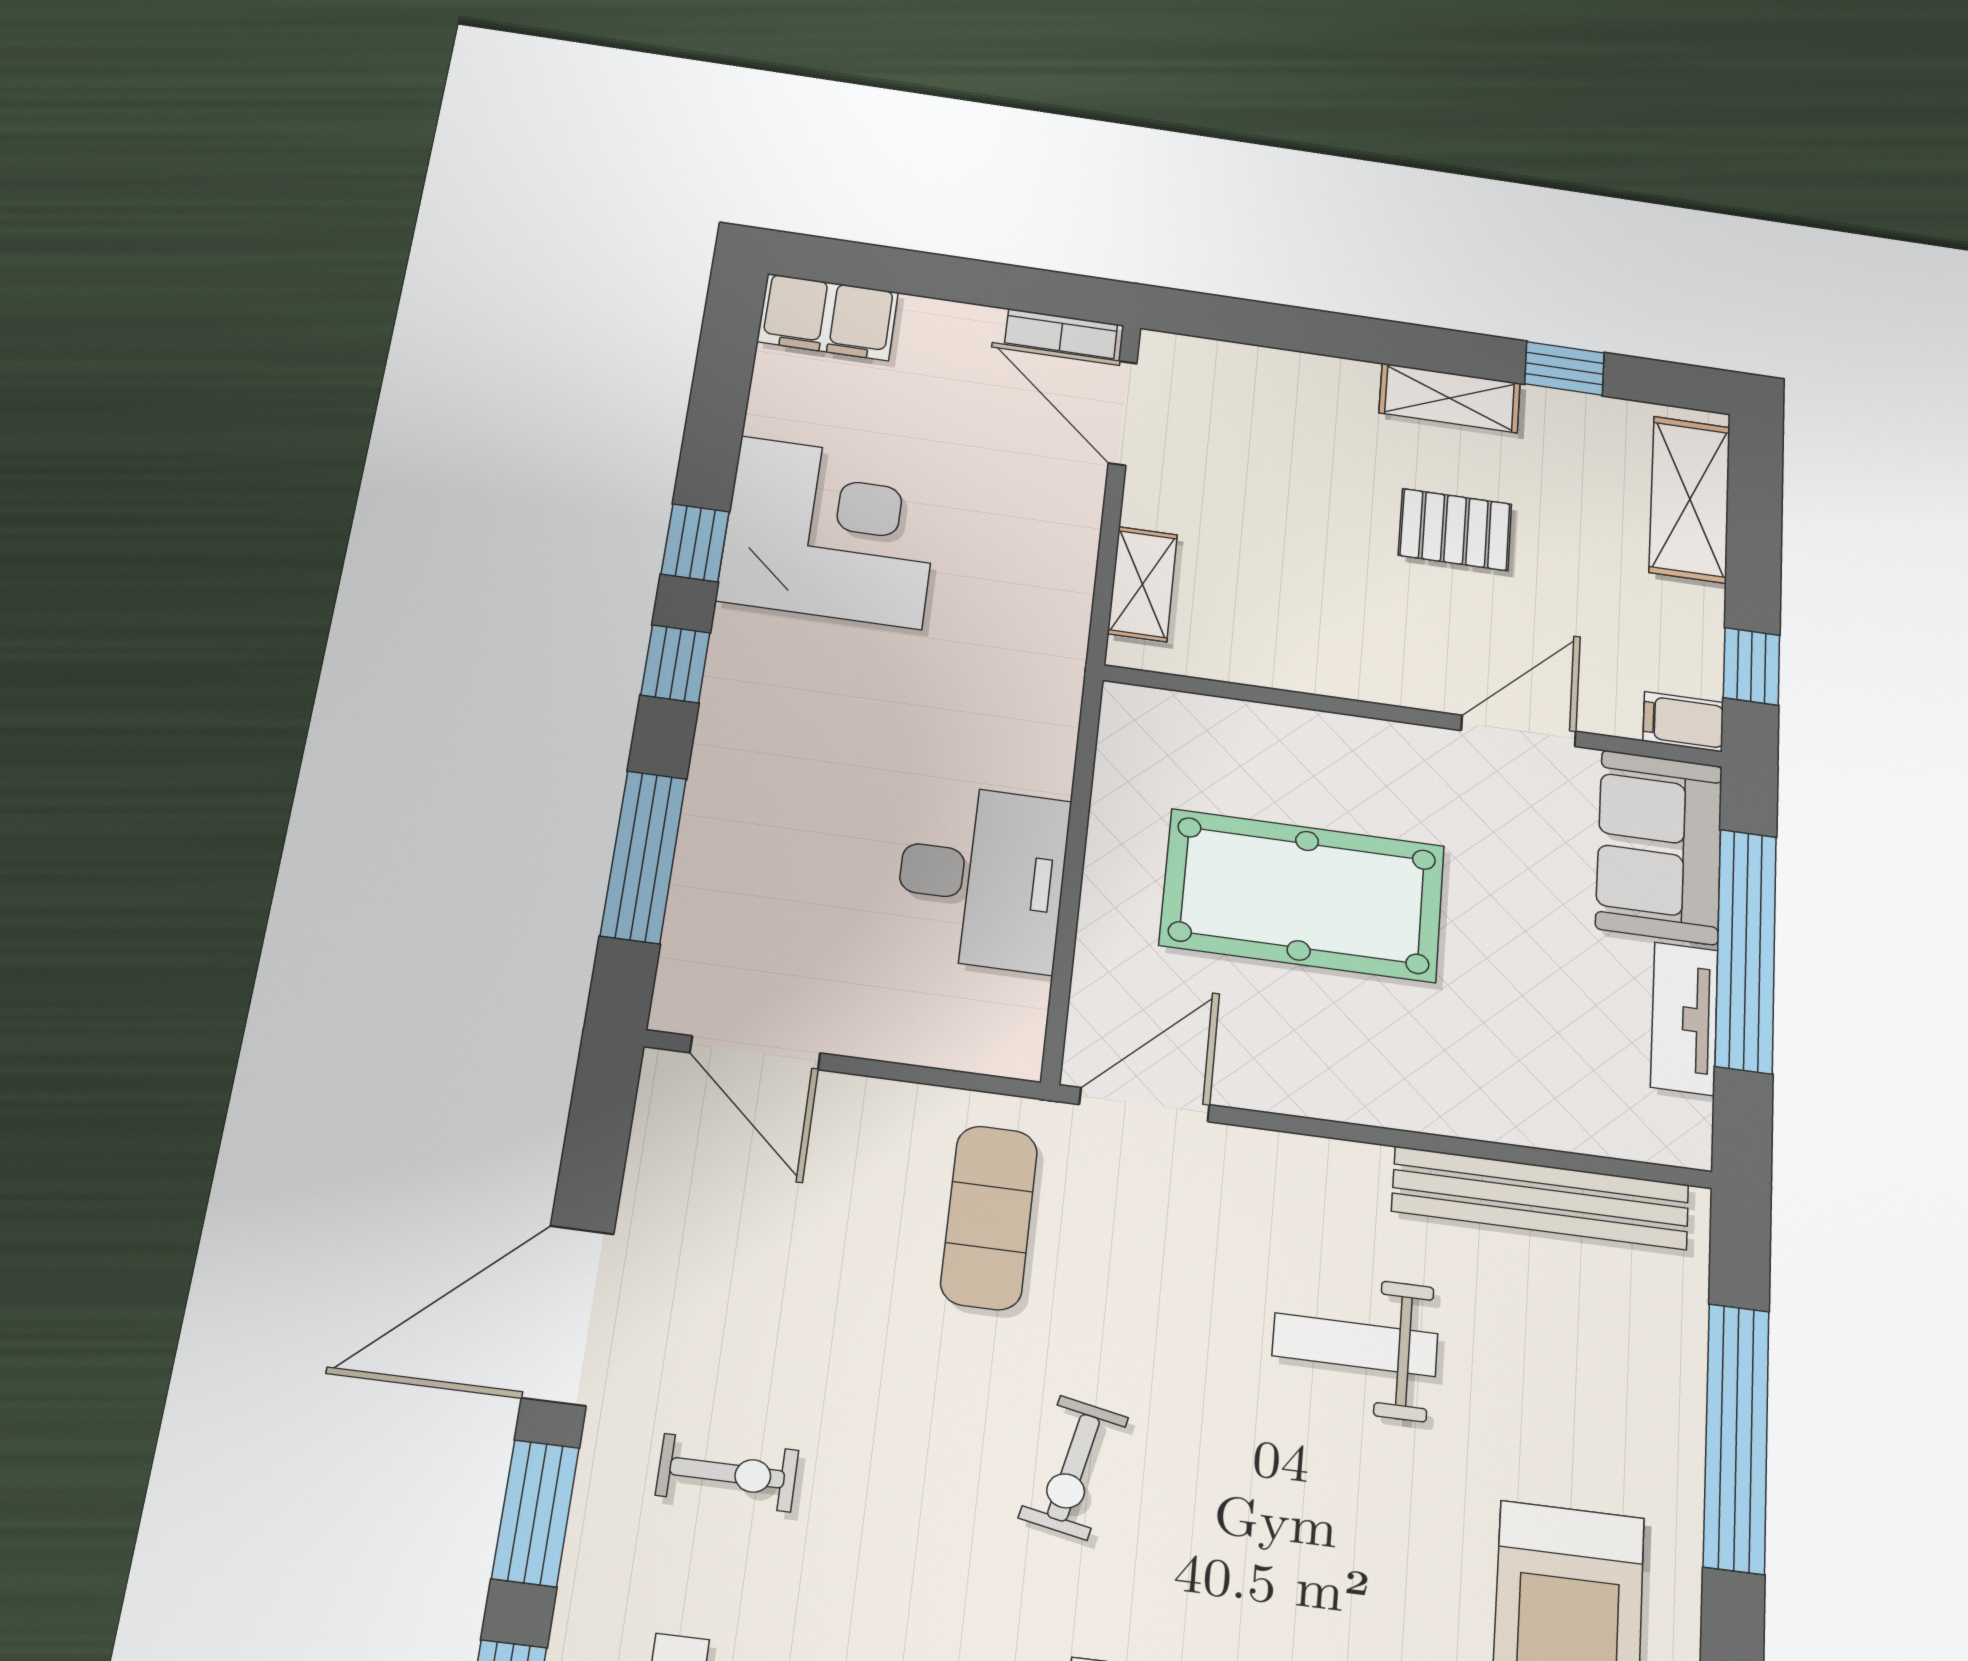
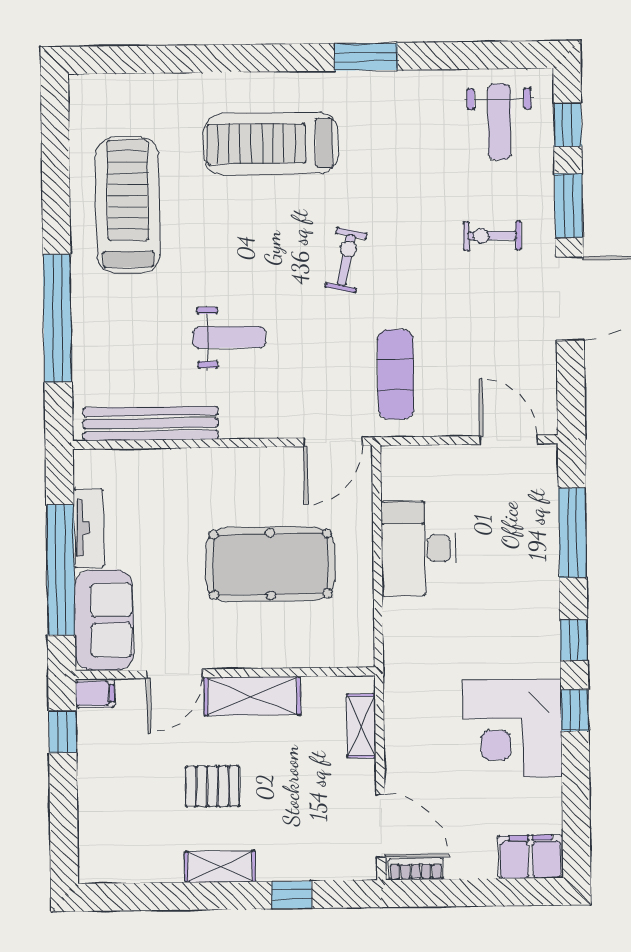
window: (1564, 368) -> (292, 895), moved
shelving: (1690, 499) -> (252, 696), moved, turned 90

